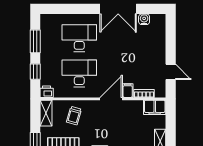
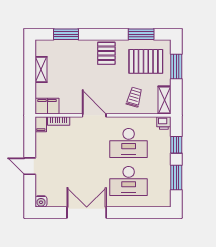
water cooler: (144, 19) -> (41, 201), moved
door: (171, 72) -> (30, 166), moved
filing cabinet: (128, 91) -> (41, 124), moved
door: (111, 99) -> (94, 115), swing flipped

